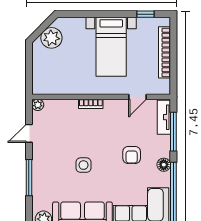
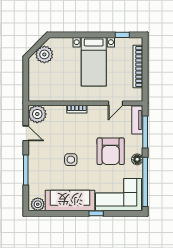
plant: (38, 105) -> (37, 114), width x1.87, depth x1.87
door: (29, 133) -> (26, 133), swing flipped
armchair: (132, 155) -> (111, 151), width x1.88, depth x1.88

